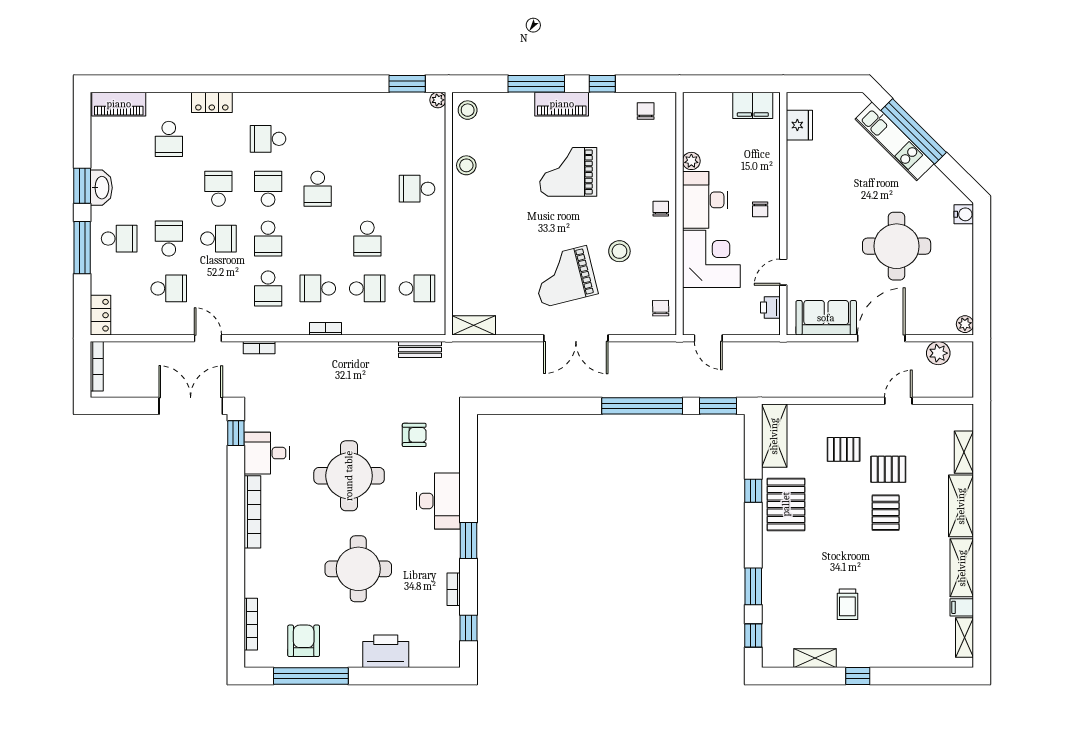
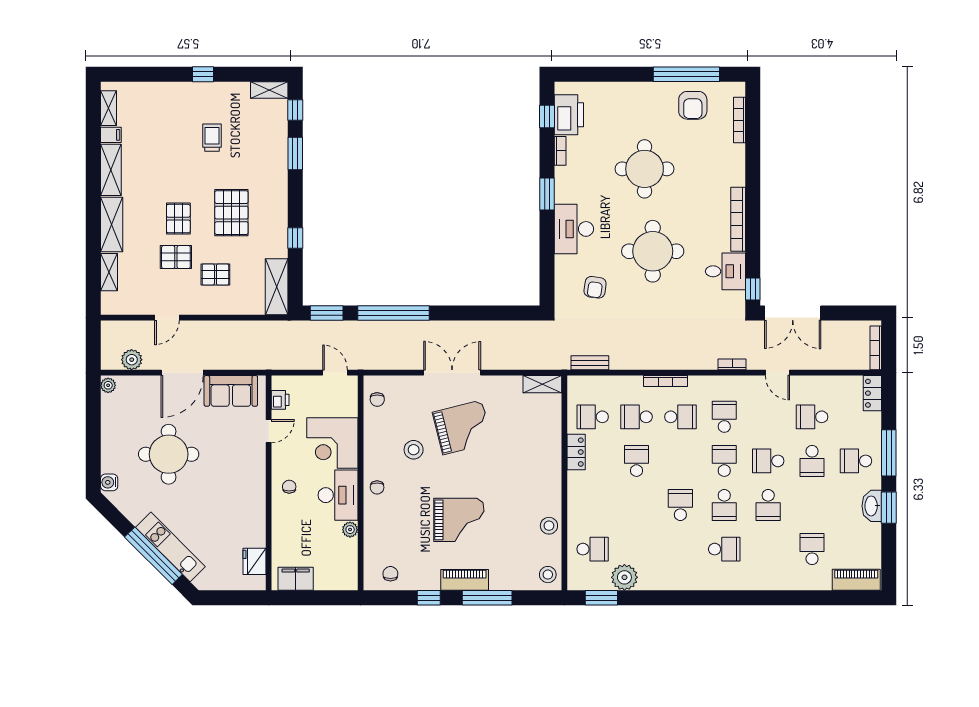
plant: (438, 100) -> (624, 577), moved, width x1.88, depth x1.88
locker: (212, 102) -> (576, 452), moved, turned 90
chair: (646, 111) -> (390, 574), turned 180
school desk: (417, 189) -> (593, 549), moved
bookcase: (326, 329) -> (666, 381), width x1.56
armchair: (414, 435) -> (595, 287), turned -82
pallet: (786, 504) -> (231, 213), moved
printer: (386, 651) -> (569, 115), moved, turned -90
shelving: (815, 658) -> (269, 90), moved

